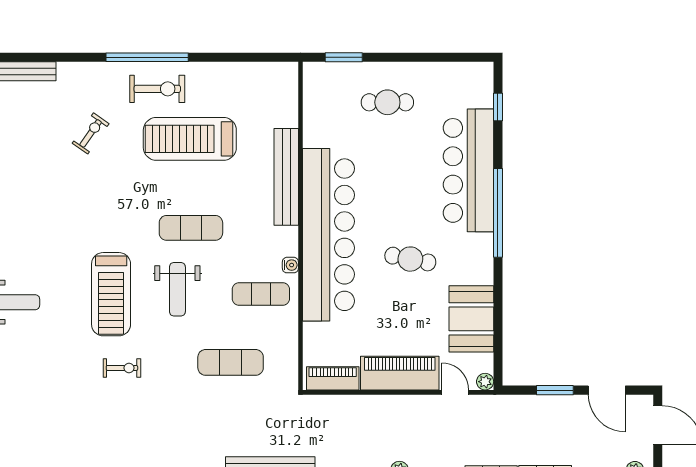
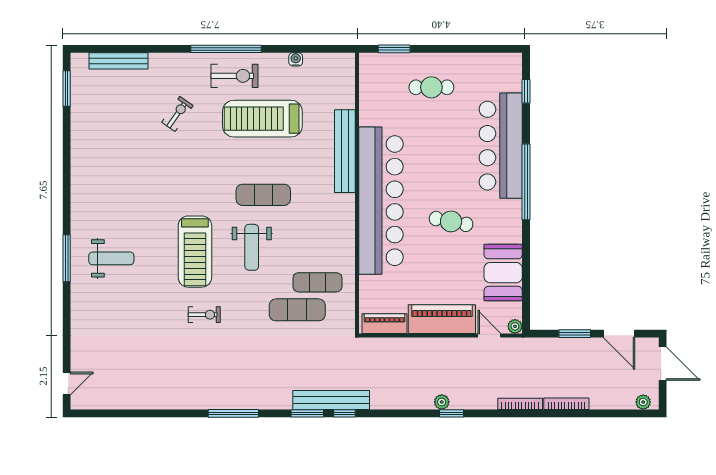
water cooler: (290, 265) -> (296, 59), moved, turned -90
exercise mat: (261, 294) -> (317, 282), moved

